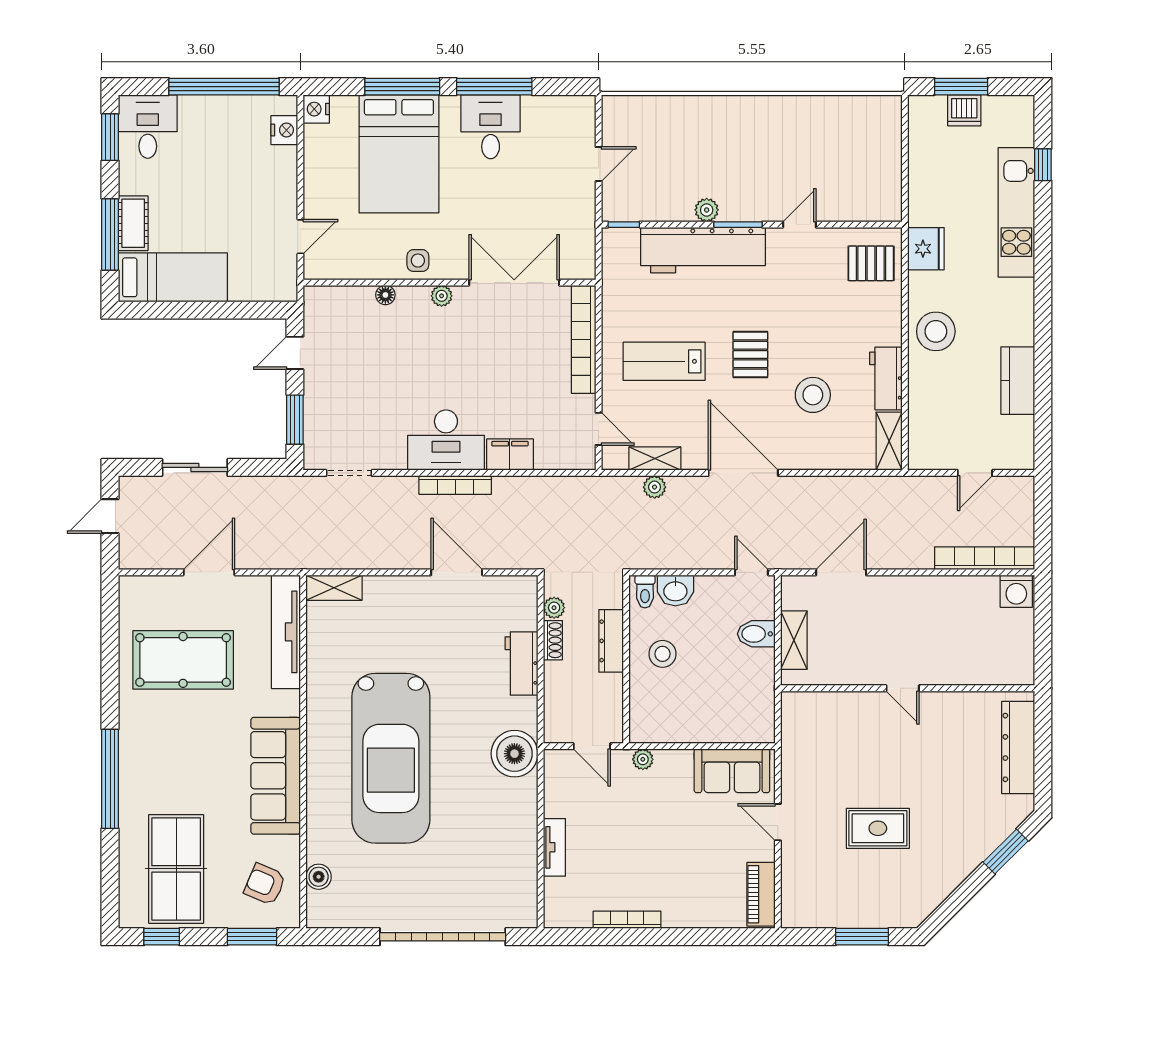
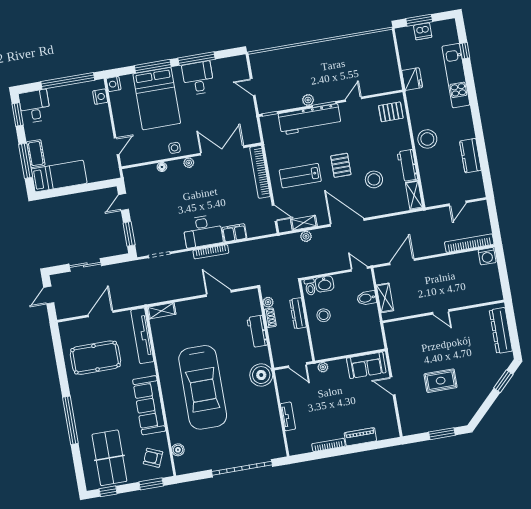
door: (599, 164) -> (253, 87), swing flipped
fridge: (926, 249) -> (412, 79), moved
piano: (761, 894) -> (360, 437), moved, turned 90

